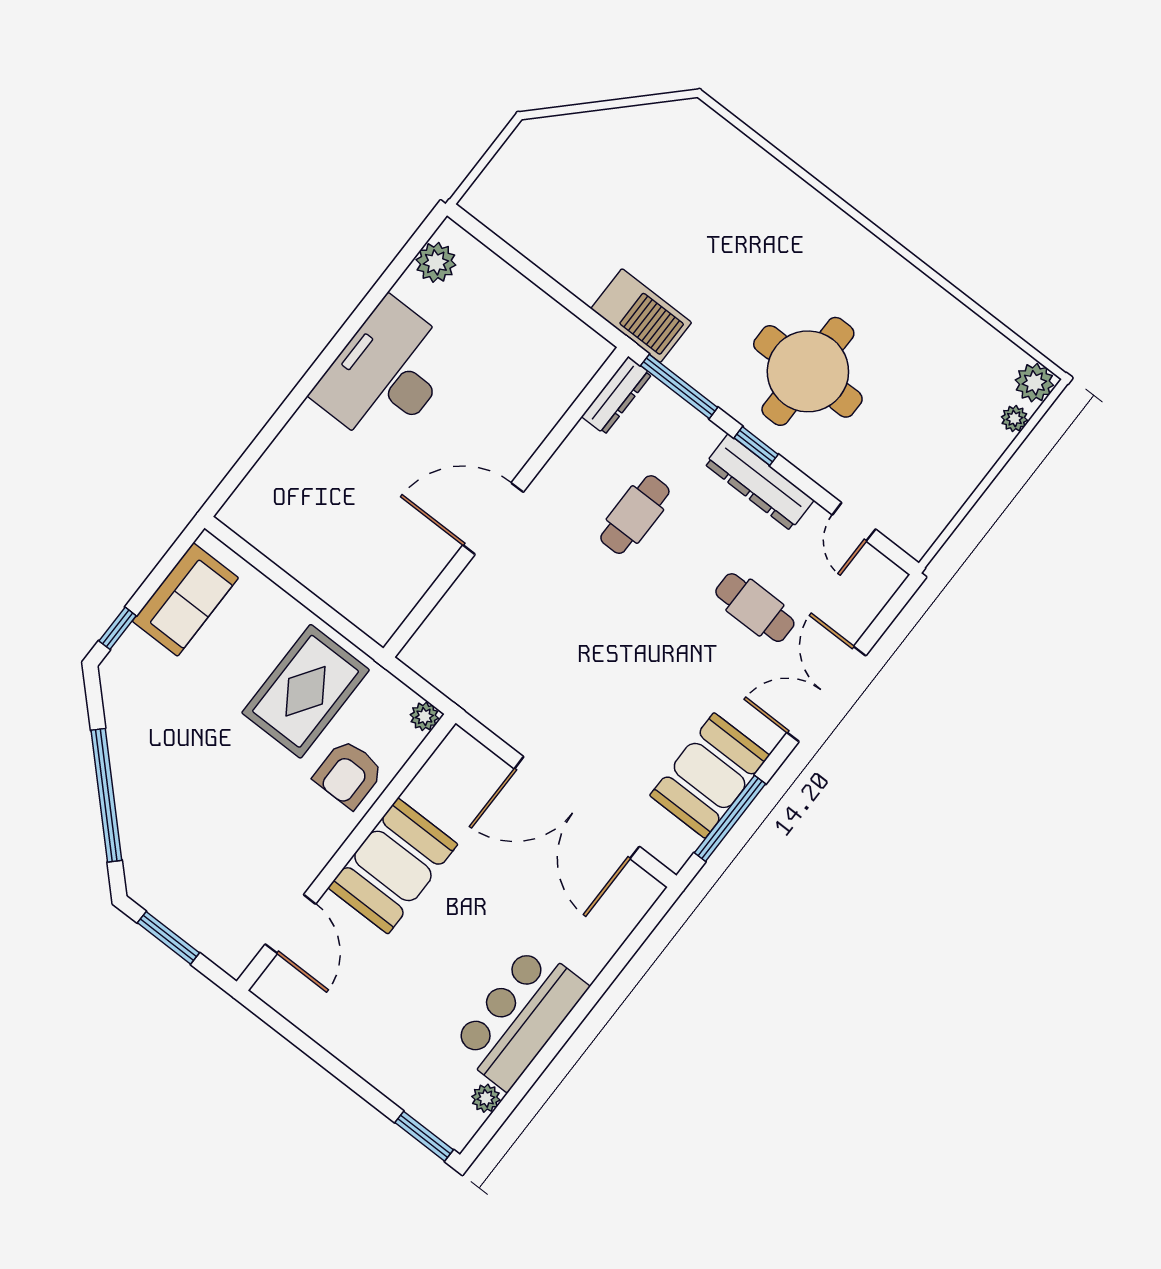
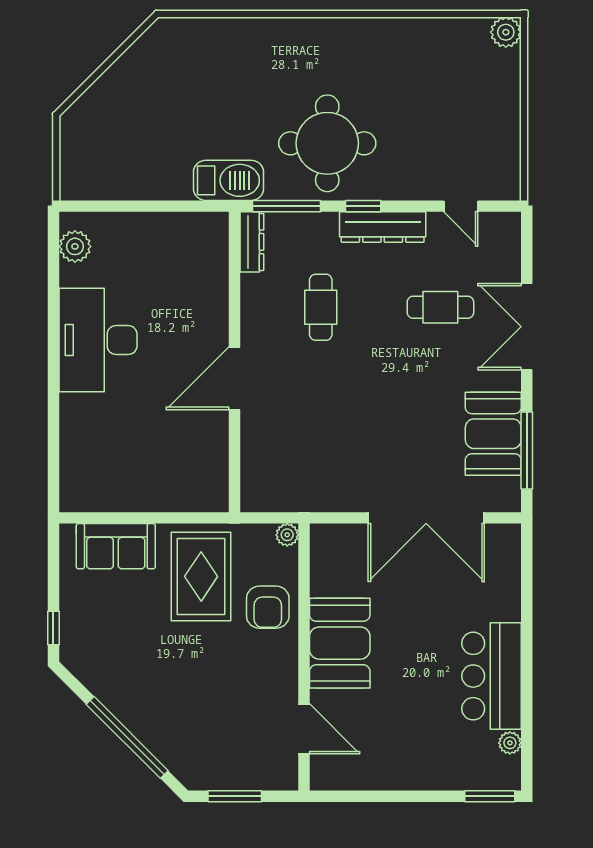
round table: (808, 371) -> (327, 143), moved
plant: (1014, 419) -> (511, 64), removed
sofa: (185, 599) -> (116, 546), moved, turned 90

